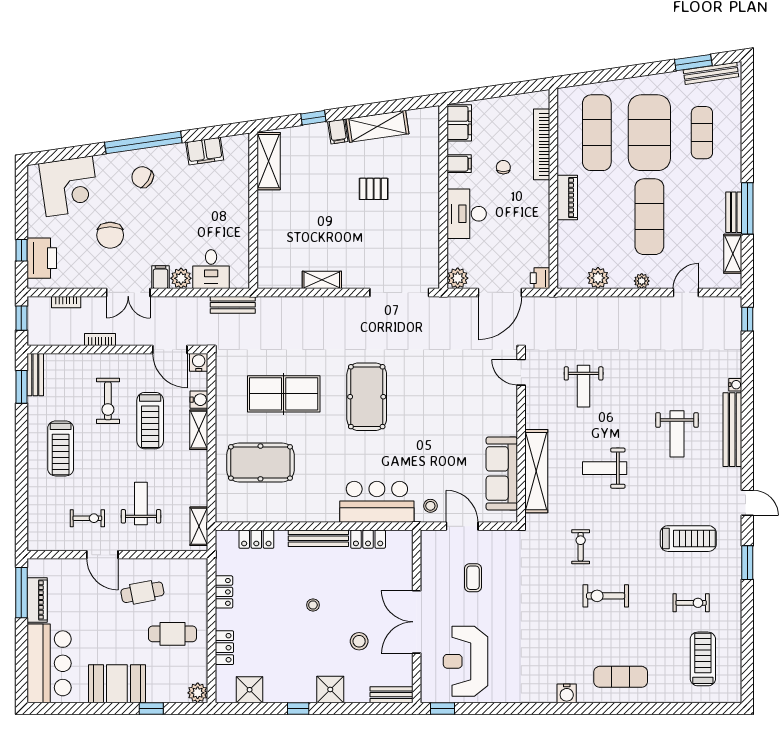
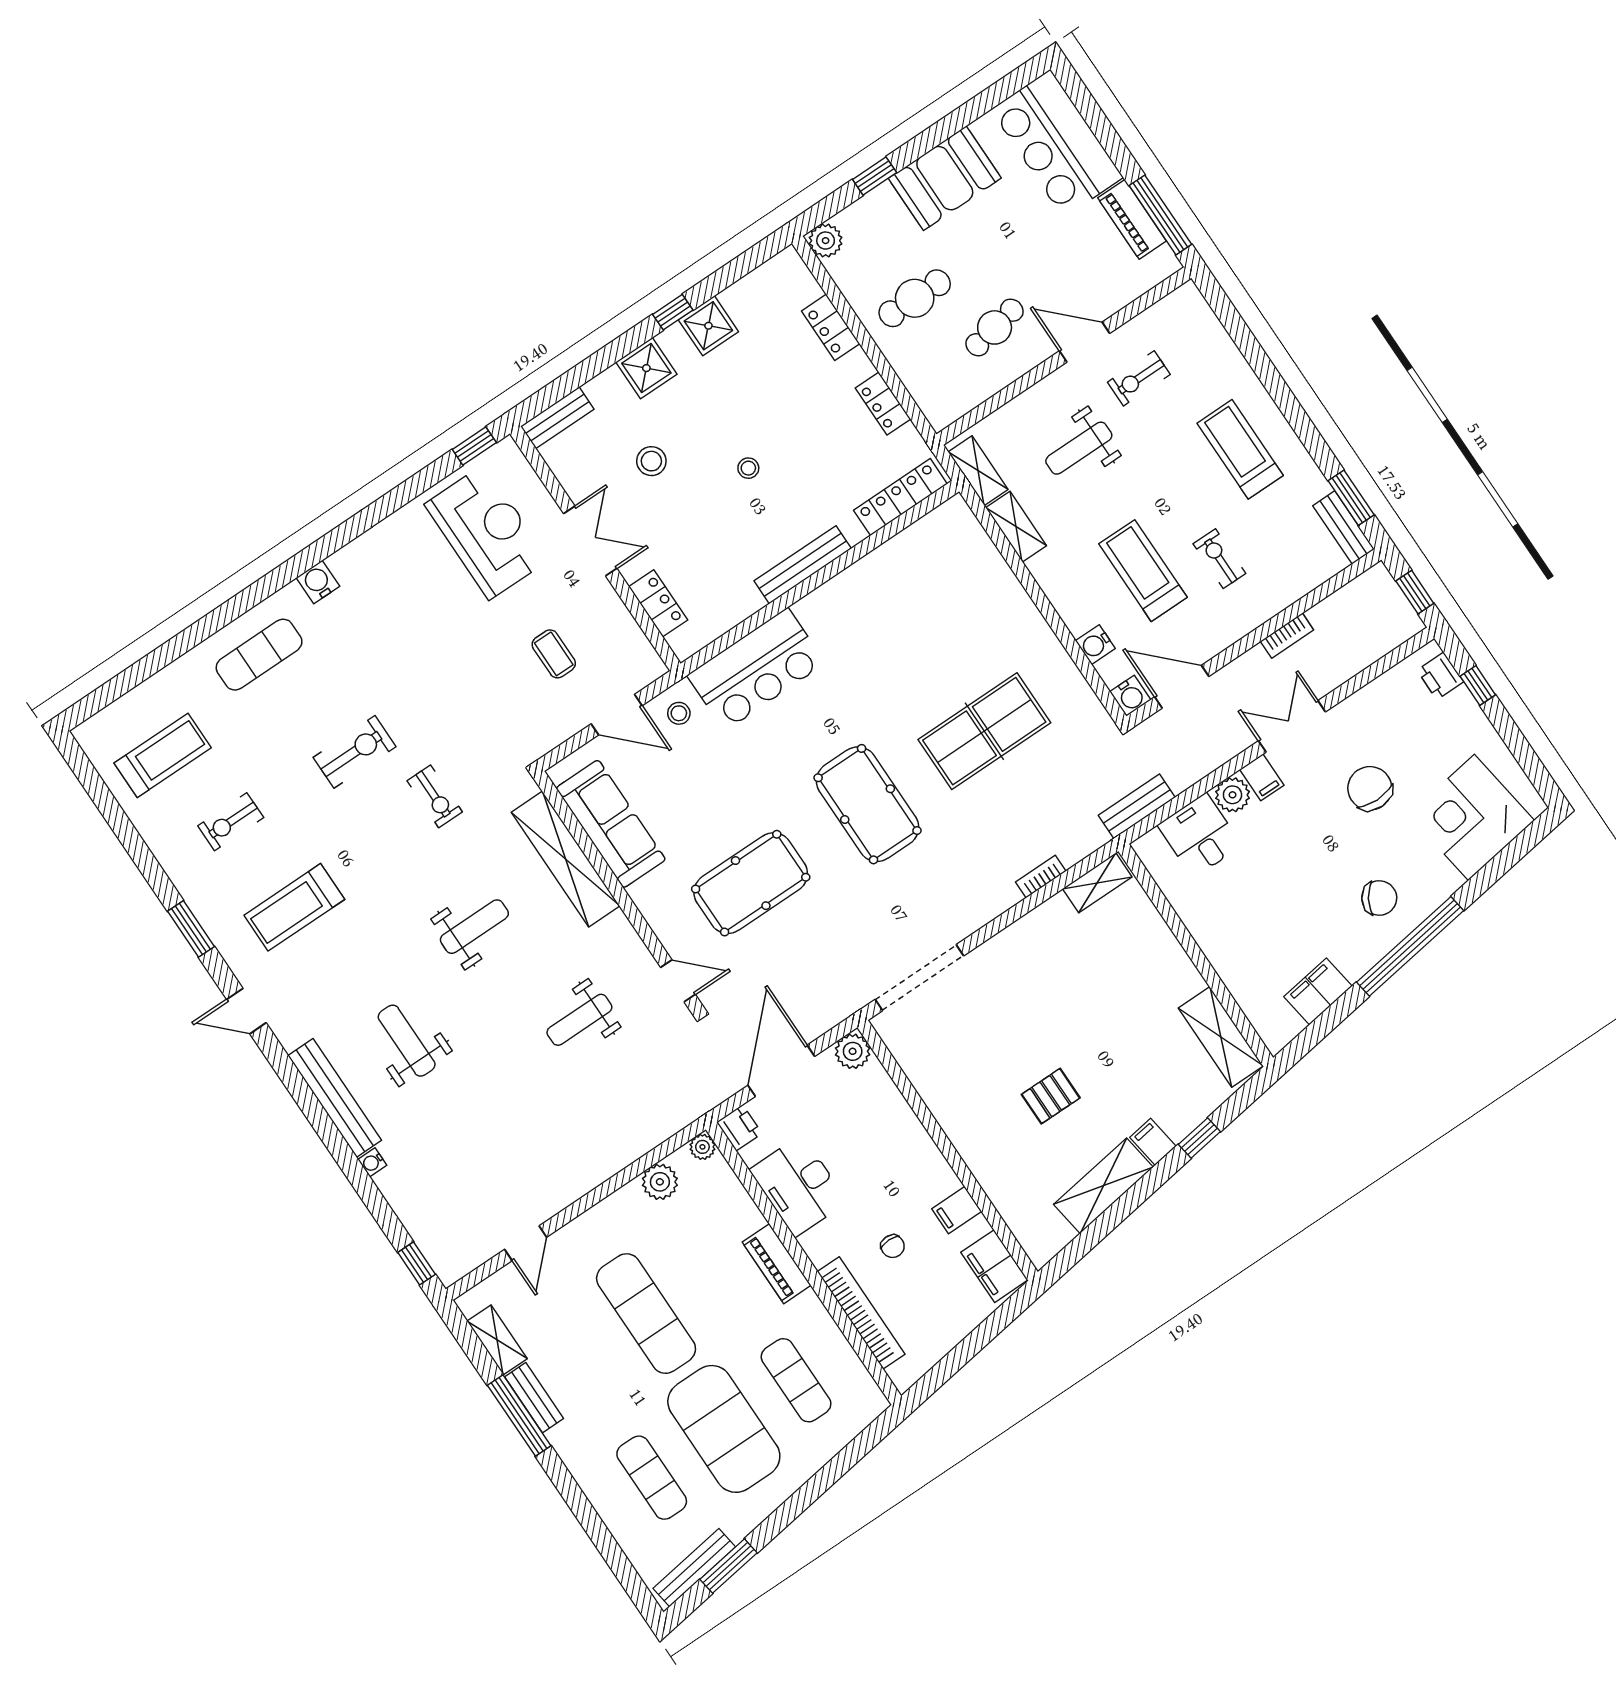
exercise mat: (597, 133) -> (796, 1380), width x0.73, depth x0.69
desk: (467, 214) -> (798, 1186), moved, turned 180
printer: (42, 258) -> (1440, 676), width x0.53, depth x0.68
shelving: (322, 280) -> (1097, 883), moved
plant: (642, 281) -> (702, 1147), moved
bookcase: (66, 302) -> (1041, 877), moved
weight bench: (584, 386) -> (579, 1020), turned -90
exercise bike: (108, 401) -> (1219, 559), width x0.73, depth x0.72
shelving: (199, 430) -> (1016, 527), moved
pool table: (260, 462) -> (751, 883), moved
weight bench: (141, 503) -> (1079, 448), turned 90
locker: (256, 539) -> (900, 497), width x1.53
locker: (368, 539) -> (658, 603), moved, turned 90
double door: (417, 622) -> (590, 541), width x0.73
treadmill: (703, 659) -> (163, 755), turned -90
shower: (250, 690) -> (708, 326), moved

